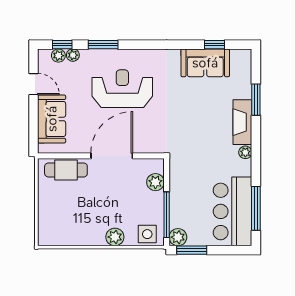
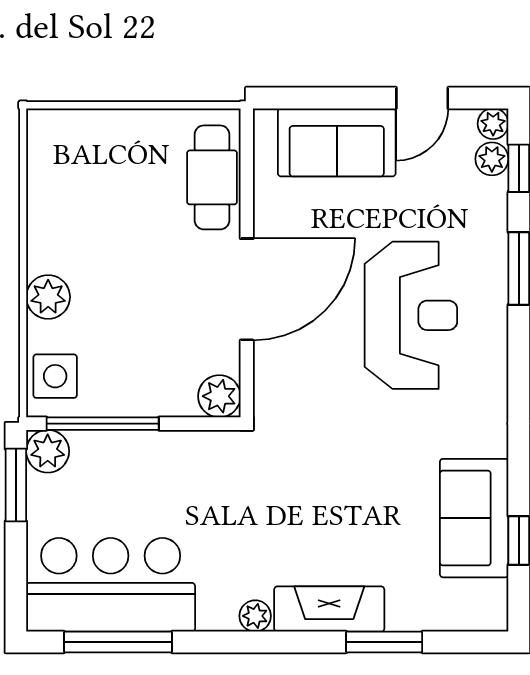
plant: (73, 55) -> (493, 124), moved
door: (112, 156) -> (247, 289), hinge flipped
plant: (155, 182) -> (219, 396), moved

